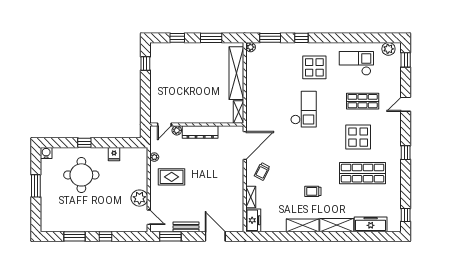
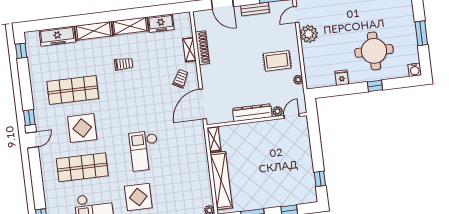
shop shelf: (363, 101) -> (82, 167), width x1.43, depth x1.36
door: (406, 104) -> (32, 140), moved
shoe rack: (239, 197) -> (202, 48), added
door: (149, 217) -> (296, 15), hinge flipped
freezer: (253, 220) -> (161, 23), moved, turned -90

